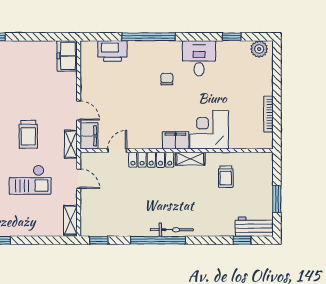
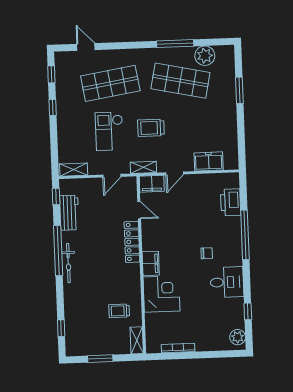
freezer: (67, 56) -> (209, 161), moved
shelving: (190, 159) -> (137, 340), moved
workbench: (254, 227) -> (69, 213), moved

